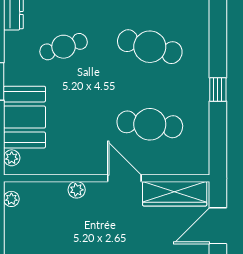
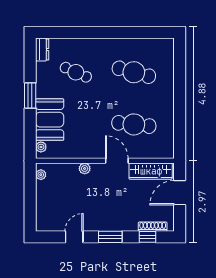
cafe table: (64, 47) -> (76, 72), turned 42
window: (218, 90) -> (180, 101), removed

